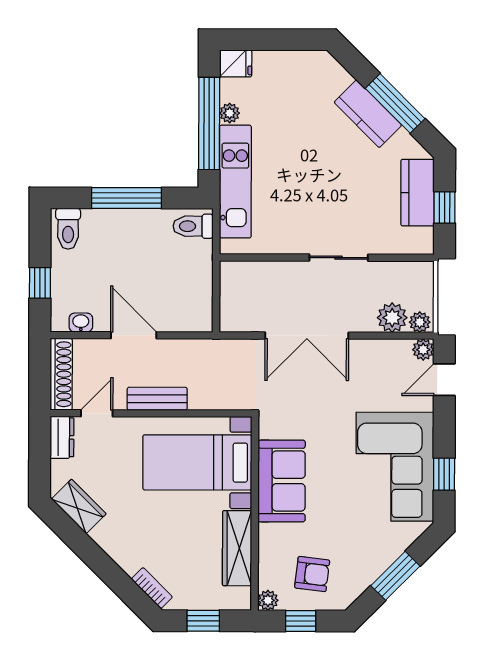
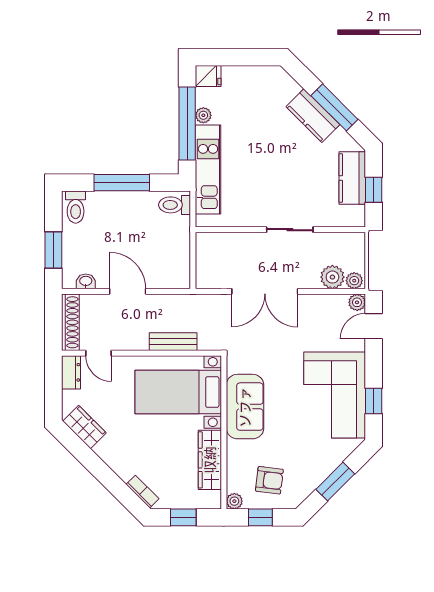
window: (40, 283) -> (53, 250), width x1.50
bench: (157, 399) -> (173, 342), moved
door: (97, 413) -> (99, 353), swing flipped

